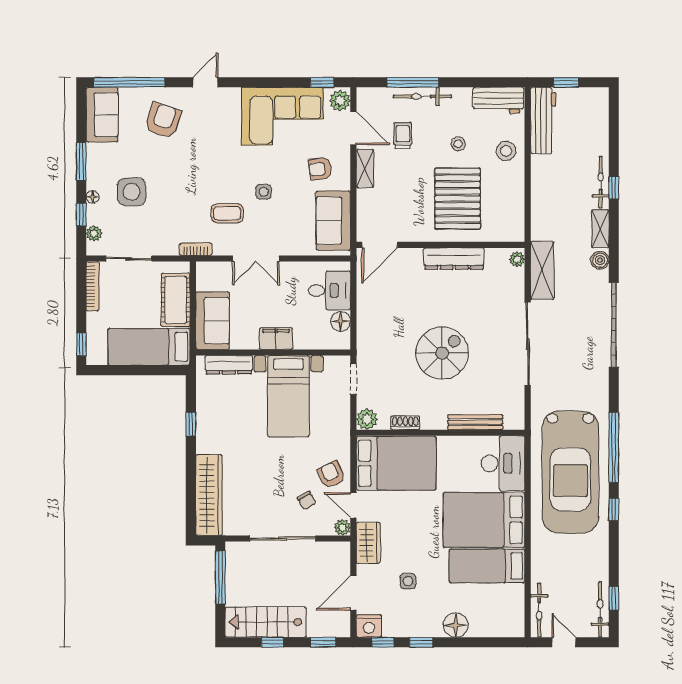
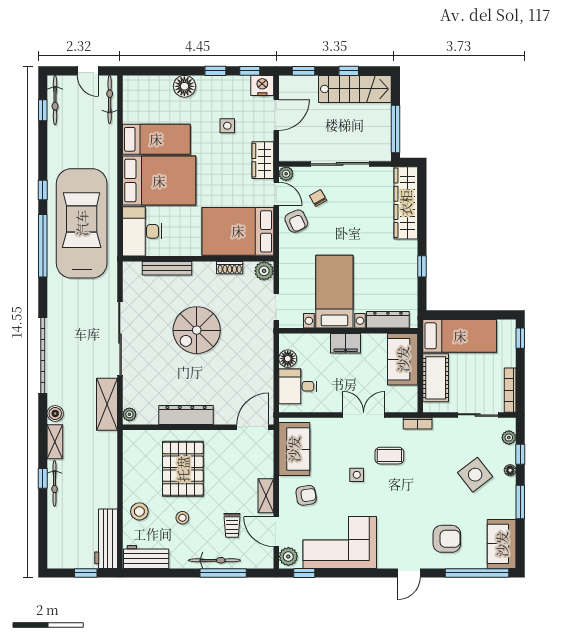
armchair: (163, 120) -> (447, 539), turned -108
side table: (132, 192) -> (475, 475), turned -38

